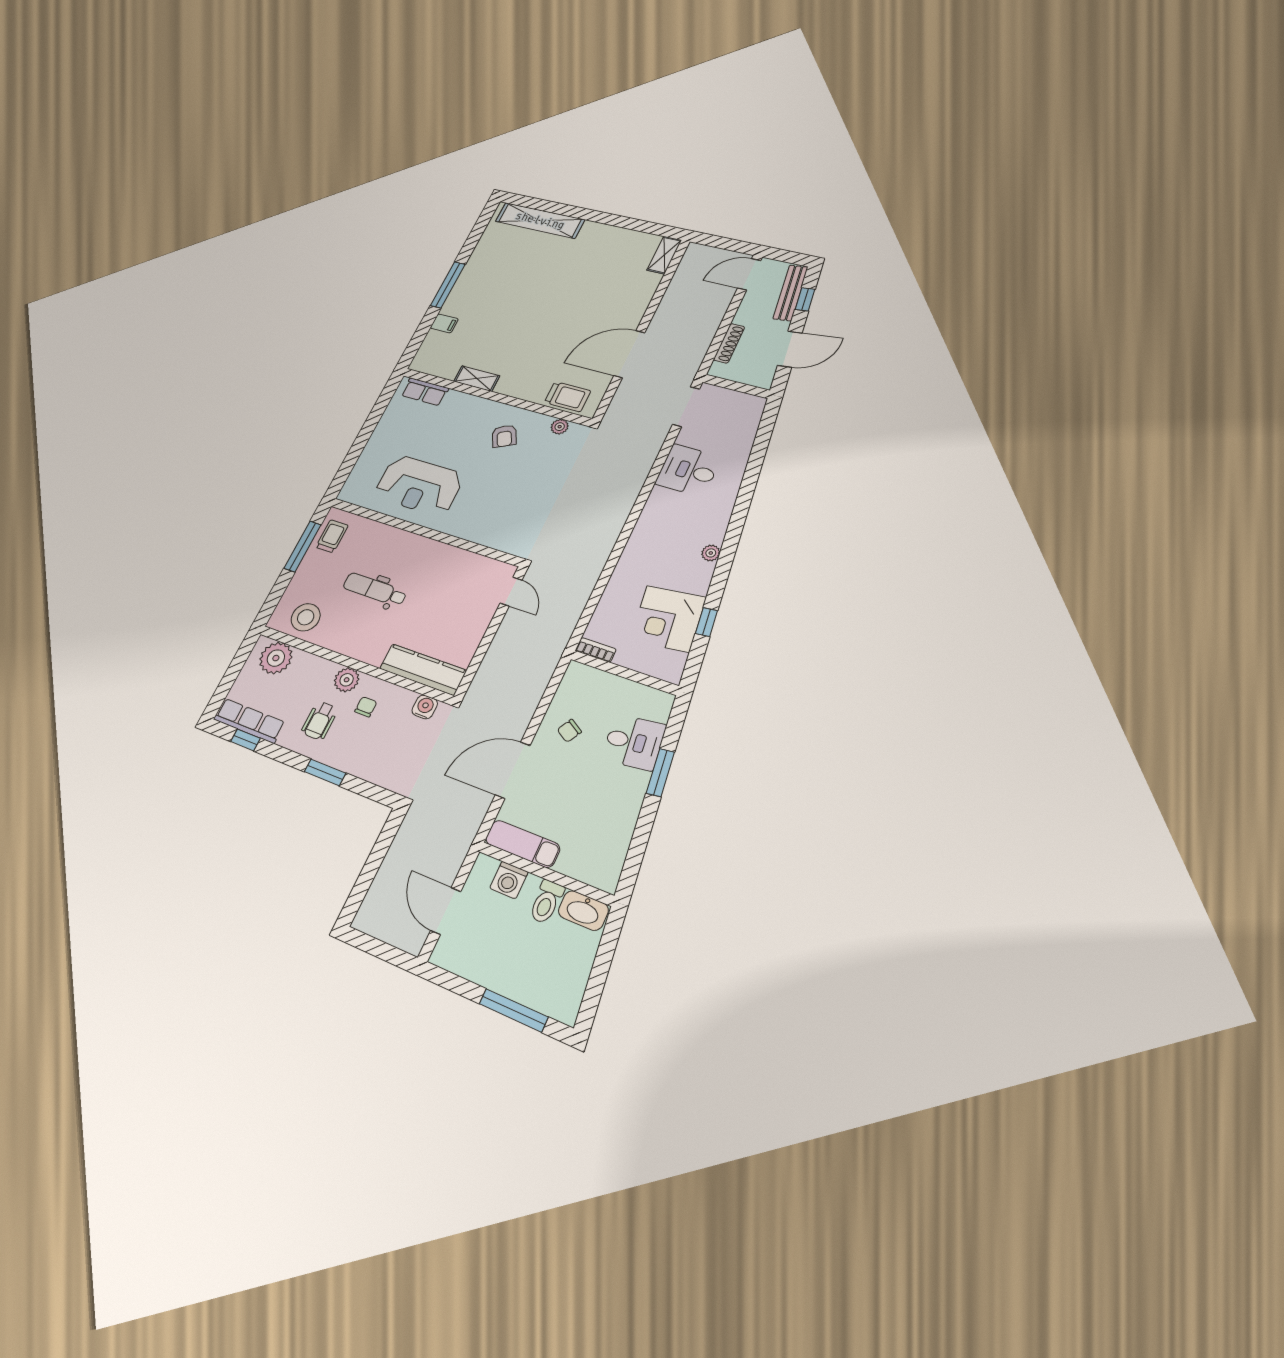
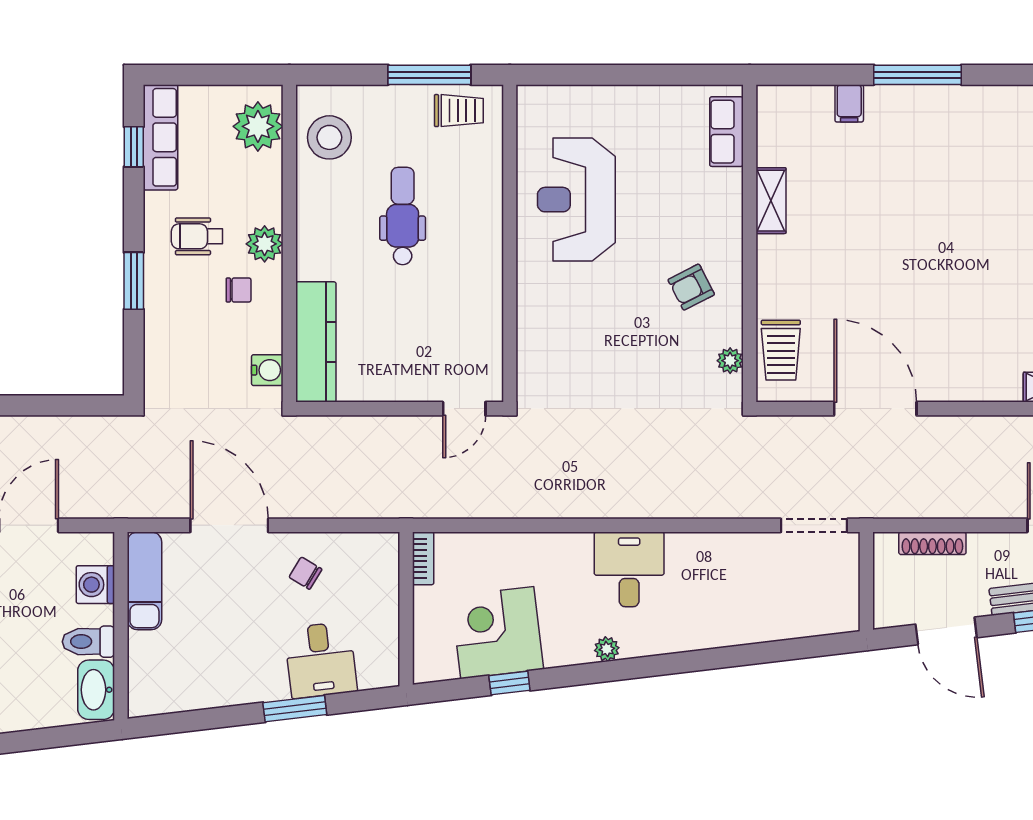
desk: (688, 470) -> (629, 569), moved

